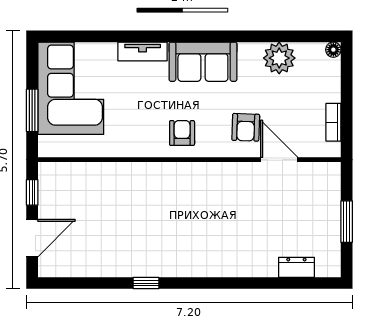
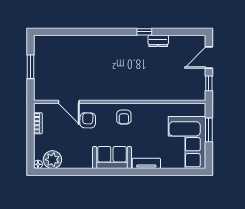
plant: (279, 58) -> (52, 160), moved
dresser: (296, 267) -> (158, 41), moved

